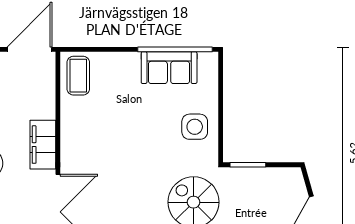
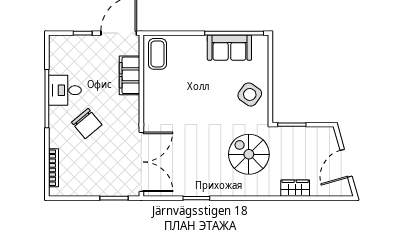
side table: (195, 127) -> (250, 94), turned 35
filing cabinet: (43, 145) -> (129, 75), moved

